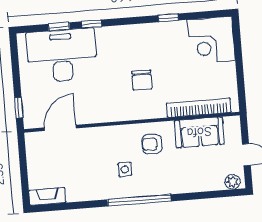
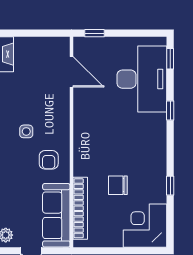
window: (59, 27) -> (170, 59), moved
chair: (142, 80) -> (118, 185), moved
sofa: (199, 132) -> (56, 215), width x1.36
armchair: (152, 144) -> (49, 160), turned 180

